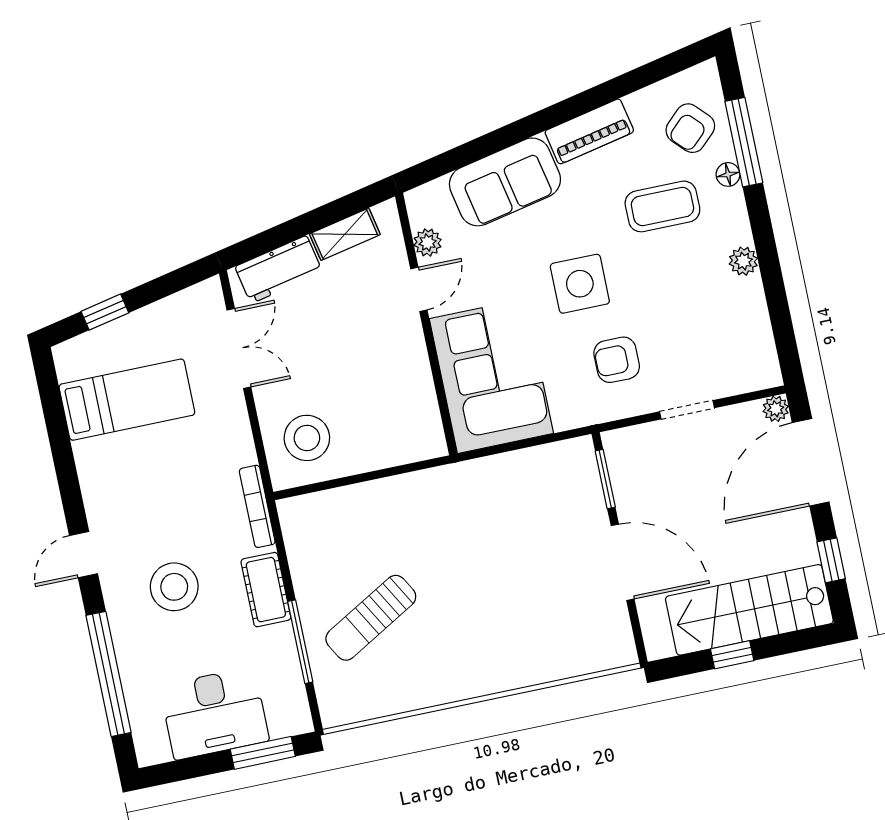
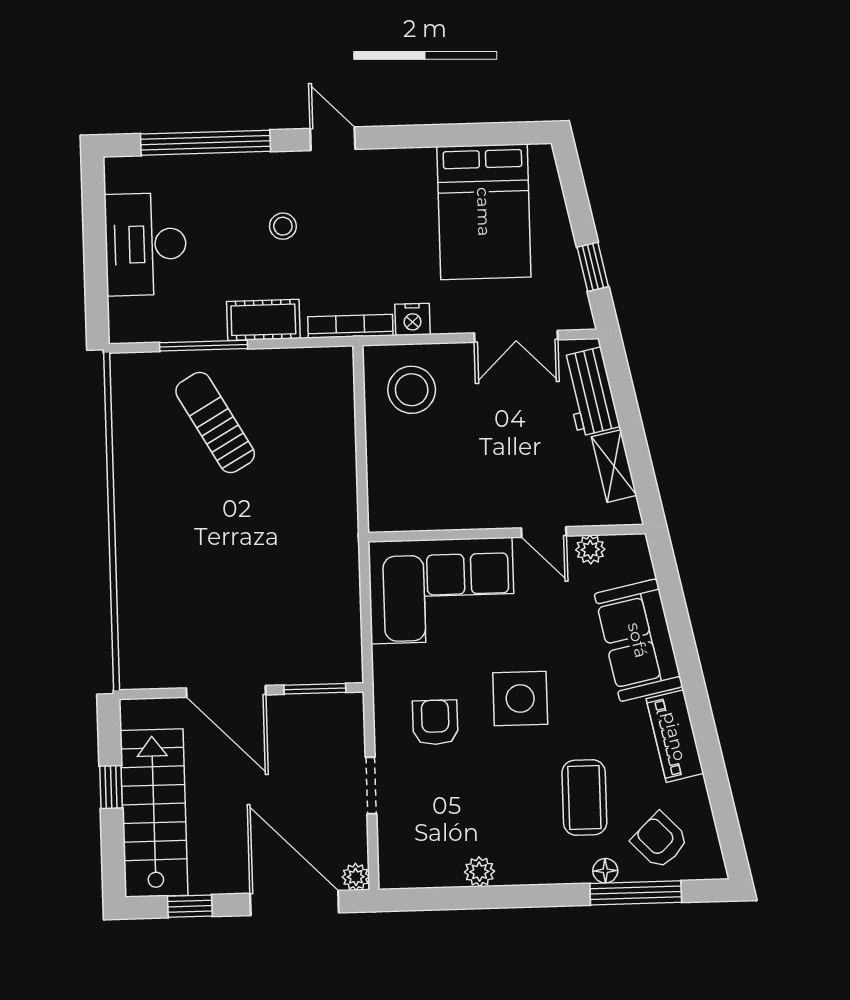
plant: (743, 261) -> (479, 872), moved
window: (105, 312) -> (593, 267), moved
bed: (127, 400) -> (484, 212), width x1.50
nightstand: (240, 449) -> (412, 319), added
door: (623, 562) -> (226, 691), hinge flipped
stool: (174, 587) -> (283, 226), width x0.53, depth x0.53
window: (263, 753) -> (96, 287), removed

